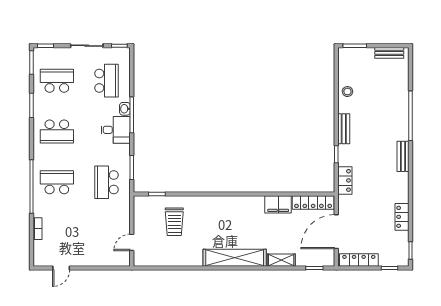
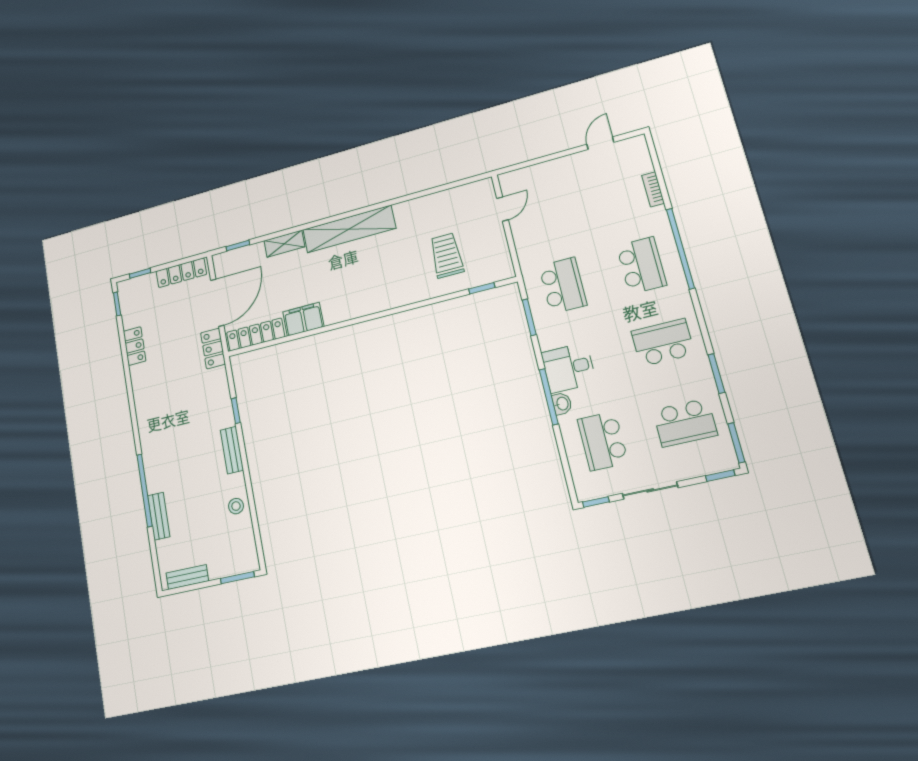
bench: (403, 156) -> (159, 516), moved
locker: (345, 180) -> (213, 349), moved
school desk: (57, 182) -> (641, 265), turned -90

